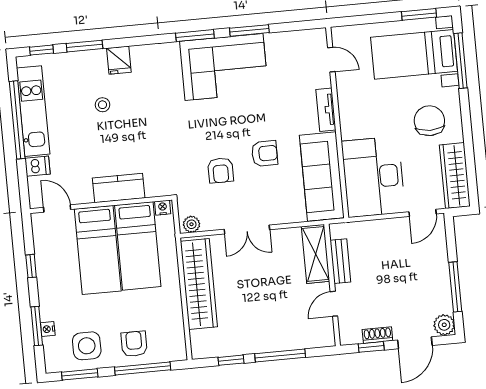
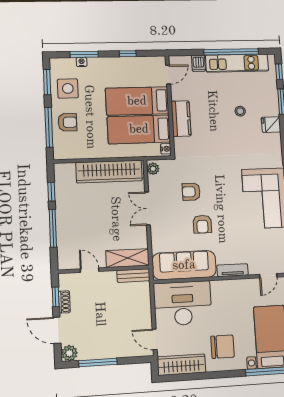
bench: (340, 261) -> (133, 276), moved

